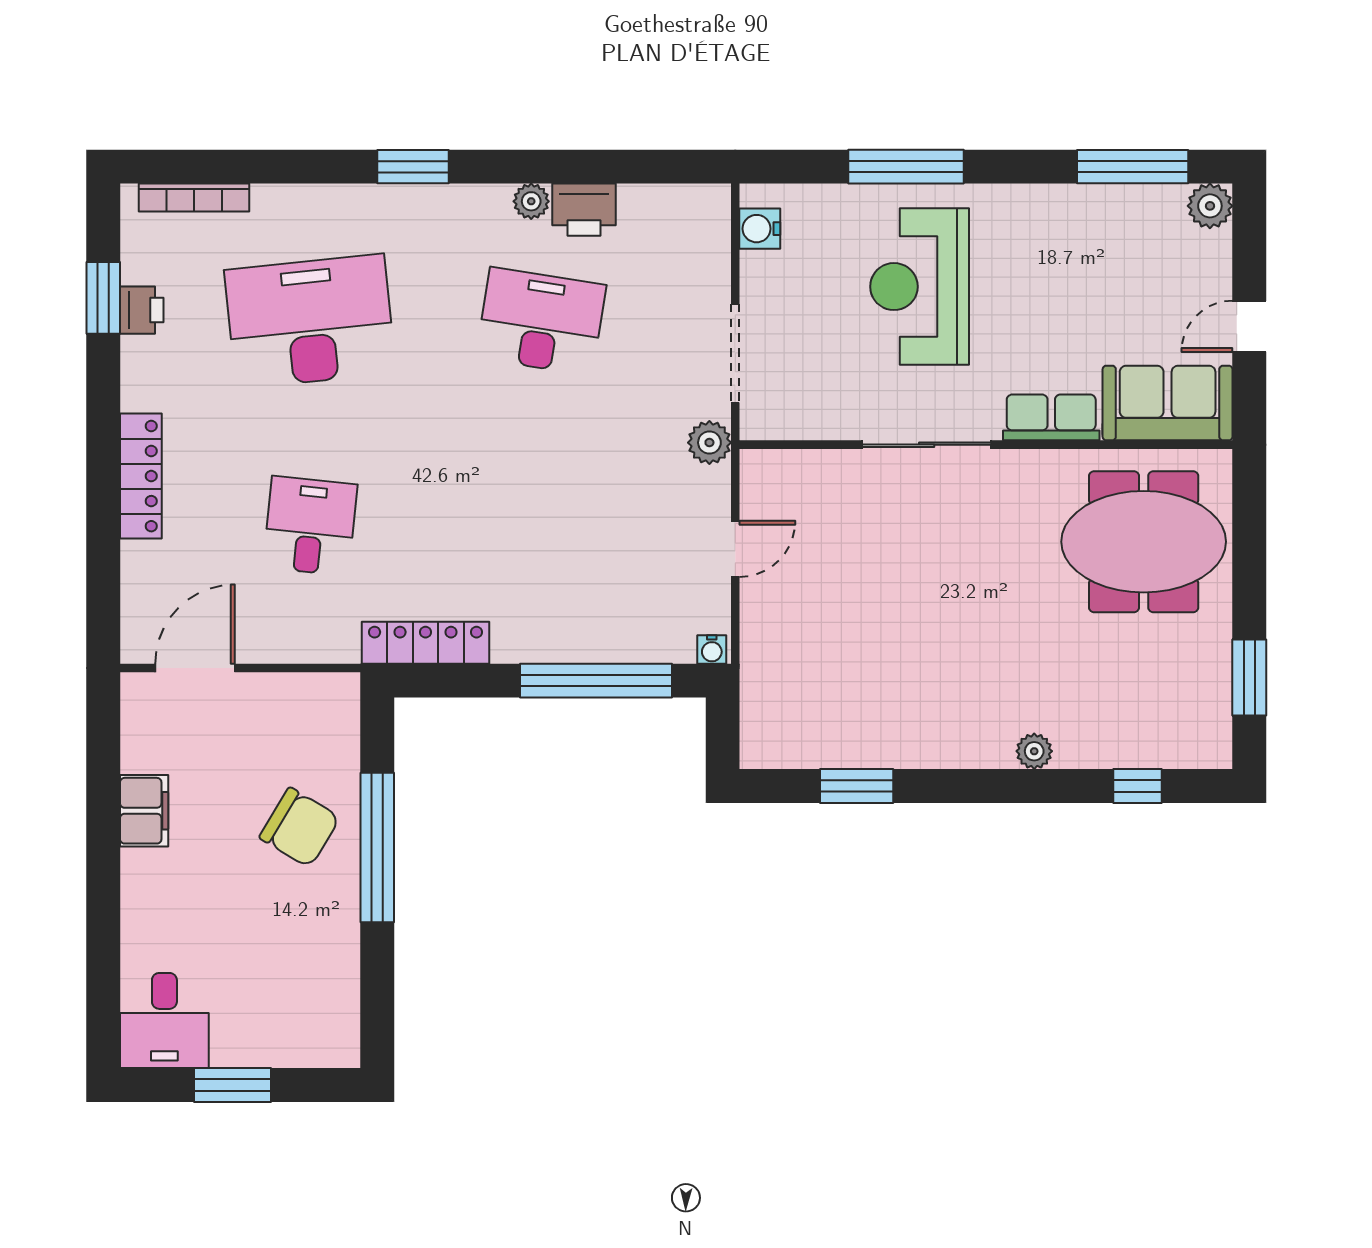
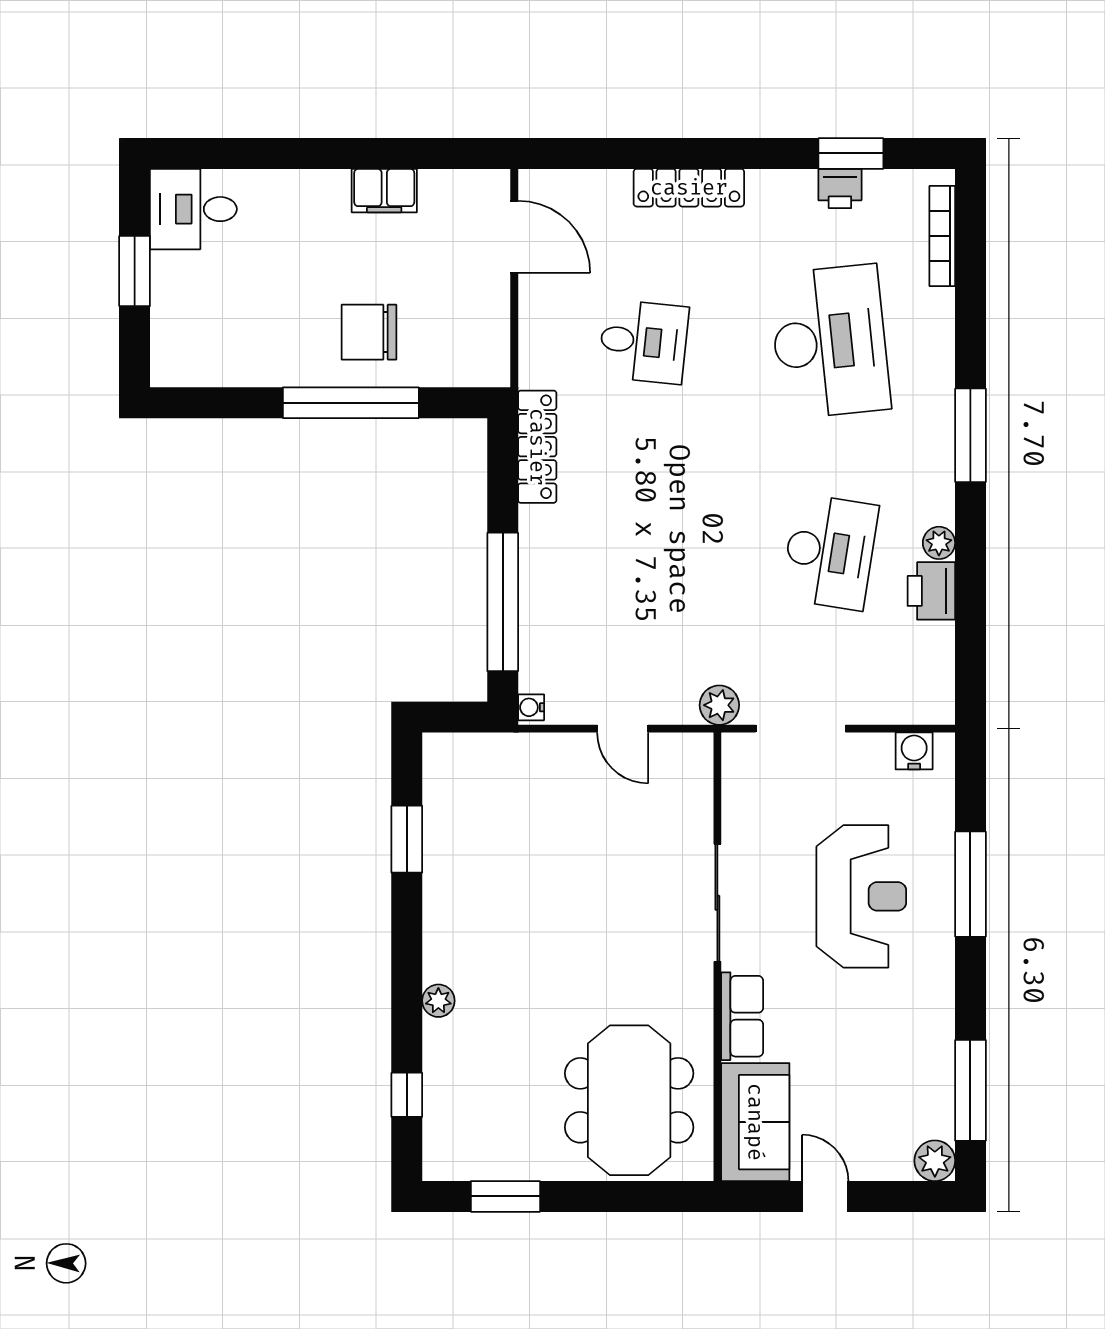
window: (413, 167) -> (970, 435), width x1.44
reception desk: (920, 287) -> (861, 896), turned 90
chair: (300, 827) -> (369, 332), turned 59

